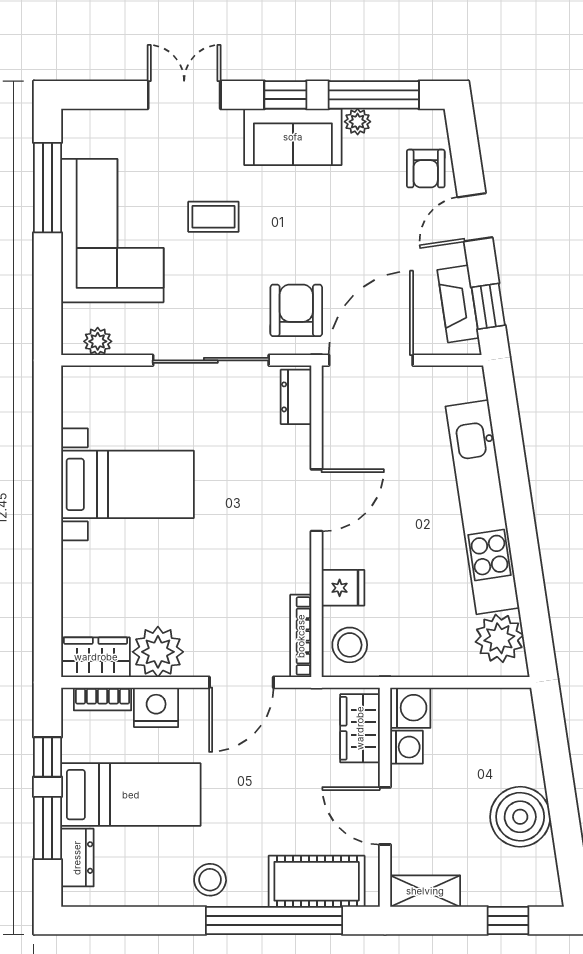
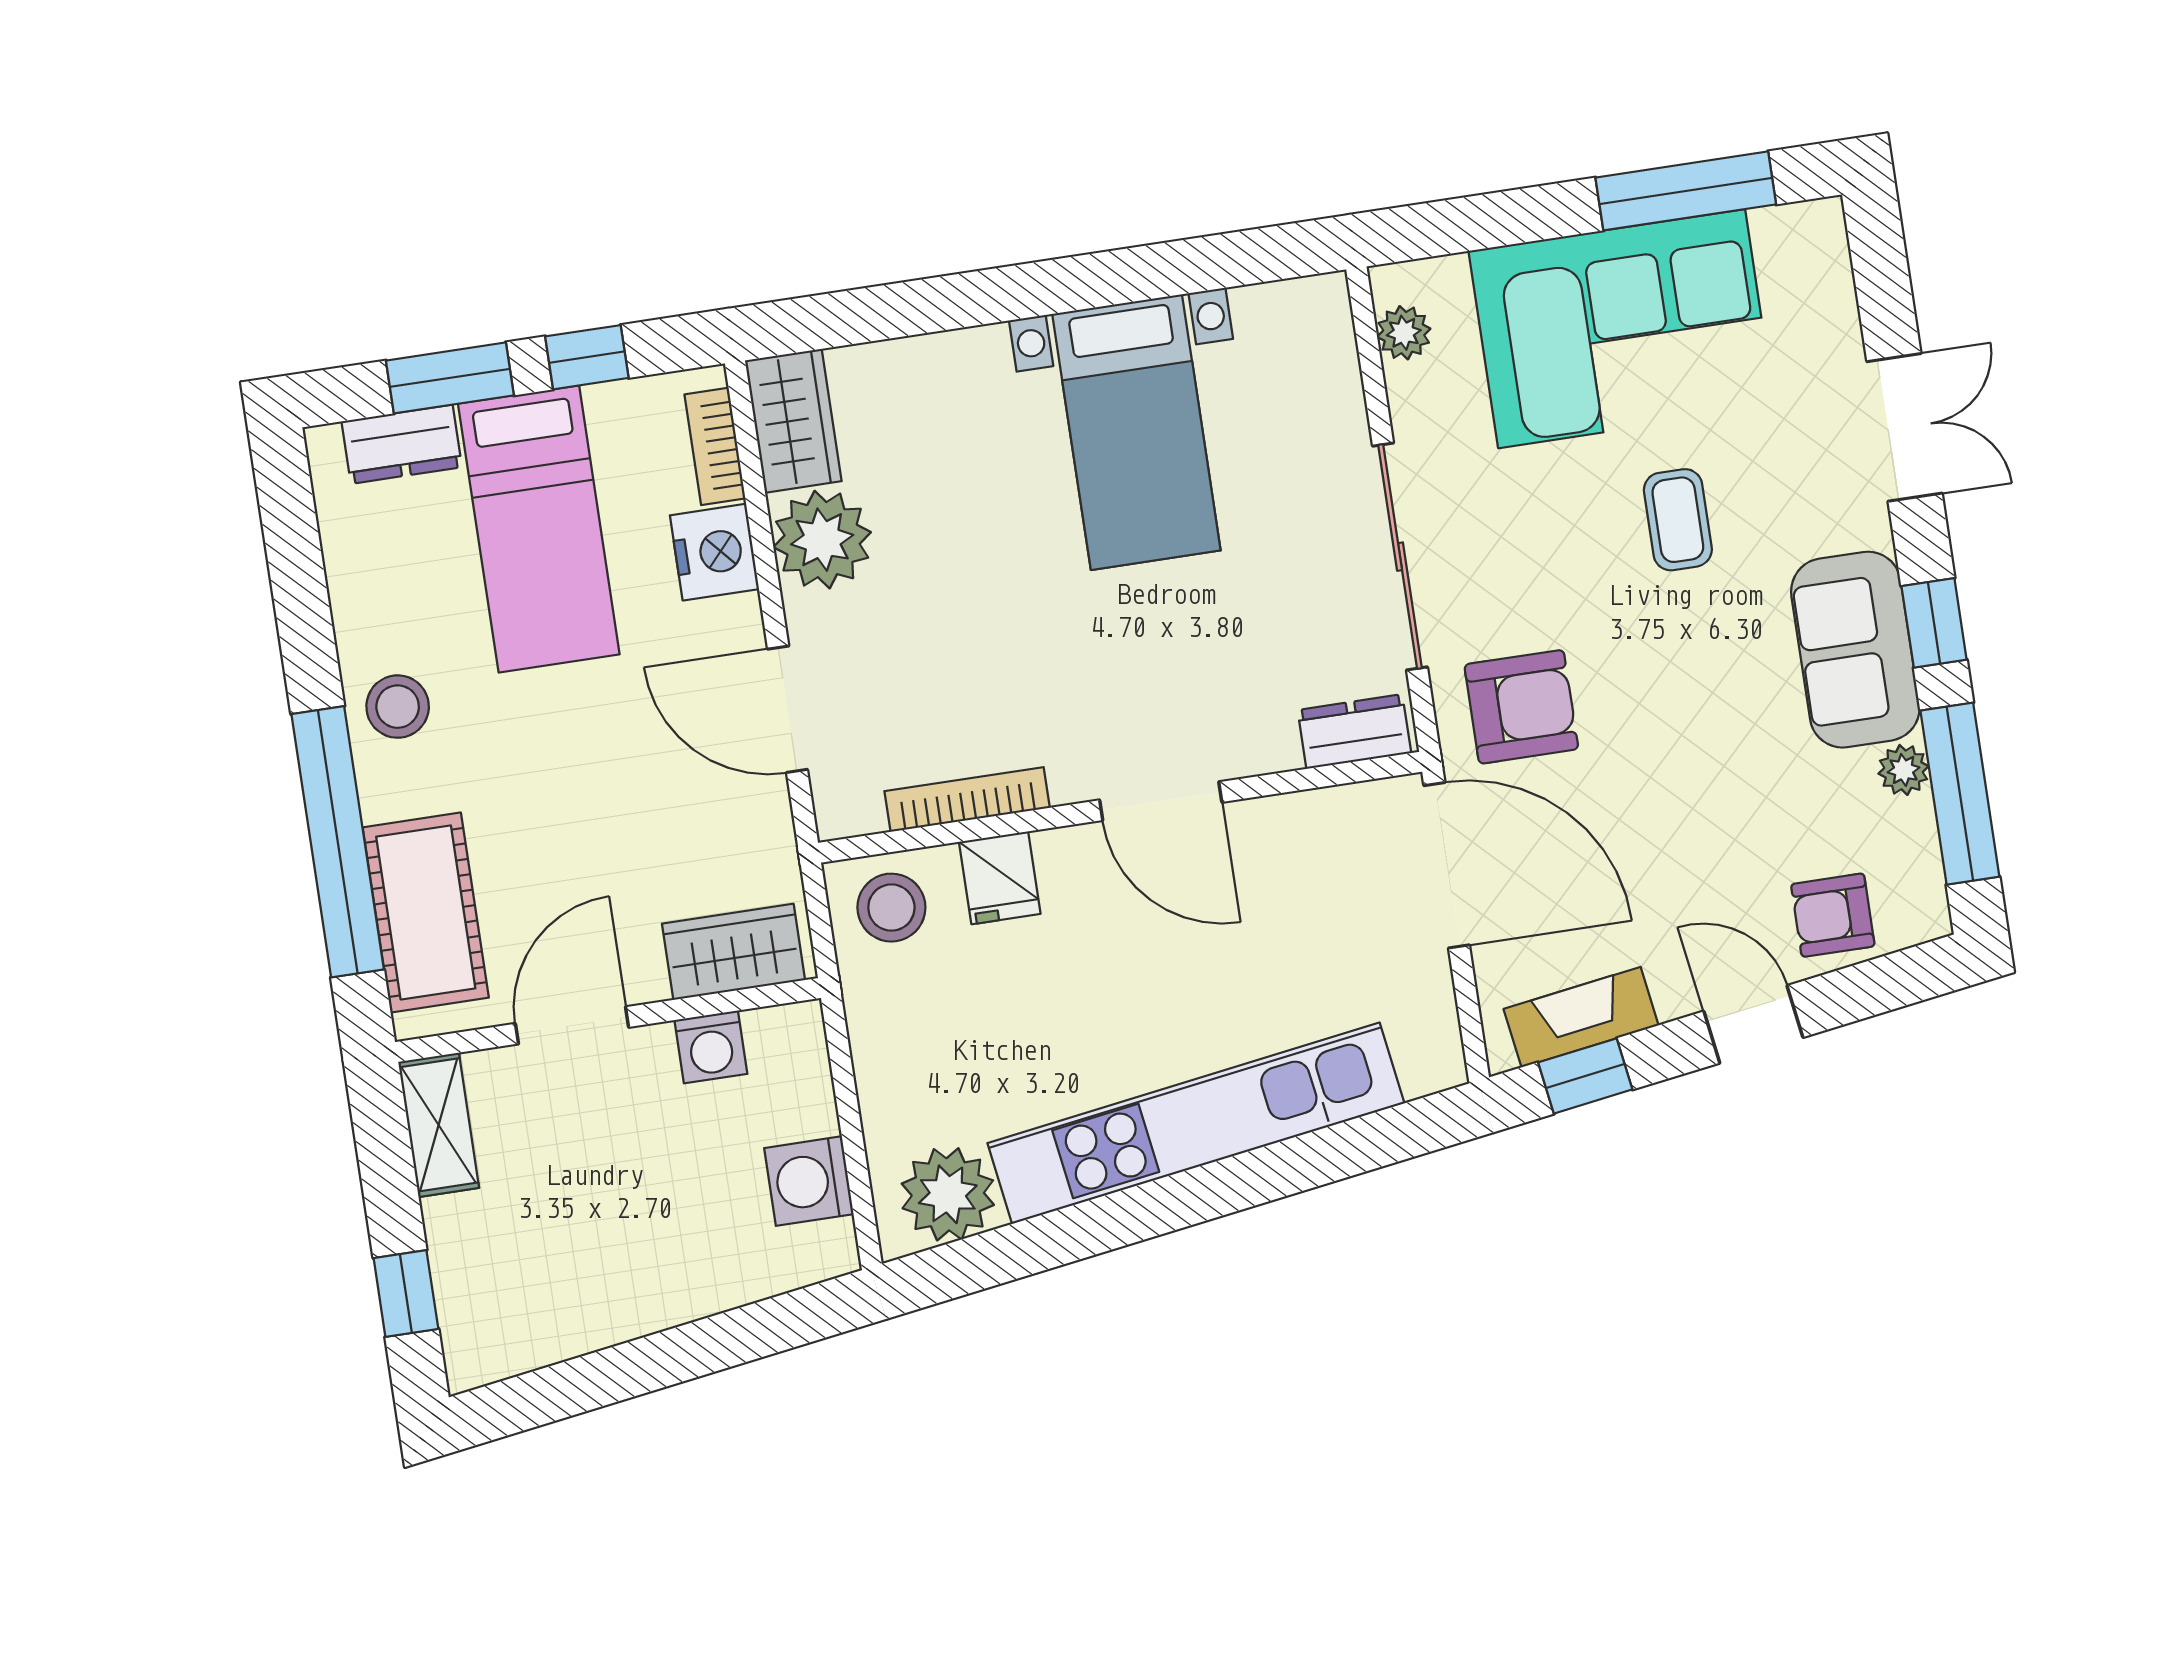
bookcase: (301, 636) -> (967, 799), moved
washing machine: (410, 708) -> (809, 1181), moved, turned 90
boiler: (520, 817) -> (610, 1287), removed

